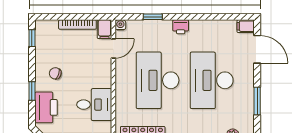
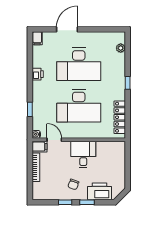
printer: (181, 27) -> (38, 74), moved
window: (32, 38) -> (65, 202), moved
door: (257, 49) -> (67, 29), moved
window: (257, 101) -> (95, 29), removed
desk: (94, 105) -> (83, 154), moved

